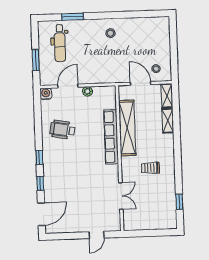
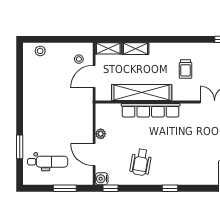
stool: (110, 33) -> (40, 51), moved
window: (40, 183) -> (111, 188), moved

